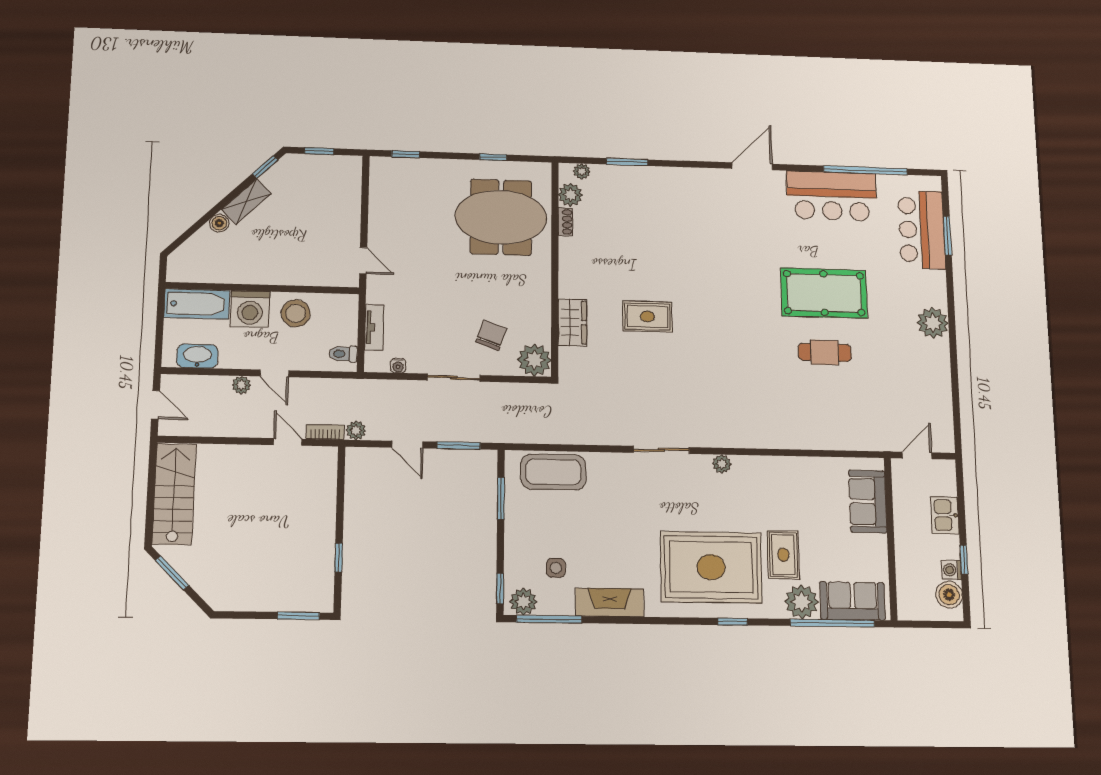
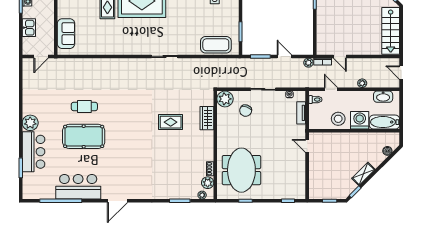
meeting table: (501, 217) -> (241, 170), turned 90
boiler: (219, 223) -> (387, 151), moved
bar counter: (922, 230) -> (34, 152), moved
door: (274, 373) -> (331, 89), moved
plant: (722, 464) -> (136, 50), removed

